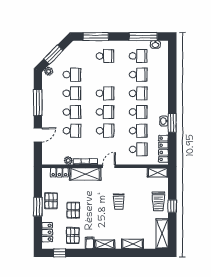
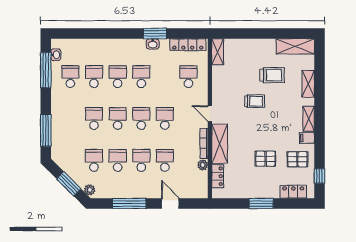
school desk: (105, 56) -> (94, 118), moved
school desk: (138, 131) -> (165, 77), removed
pallet: (51, 201) -> (254, 187), removed
trolley: (158, 201) -> (272, 75), moved
window: (172, 206) -> (260, 34), removed

